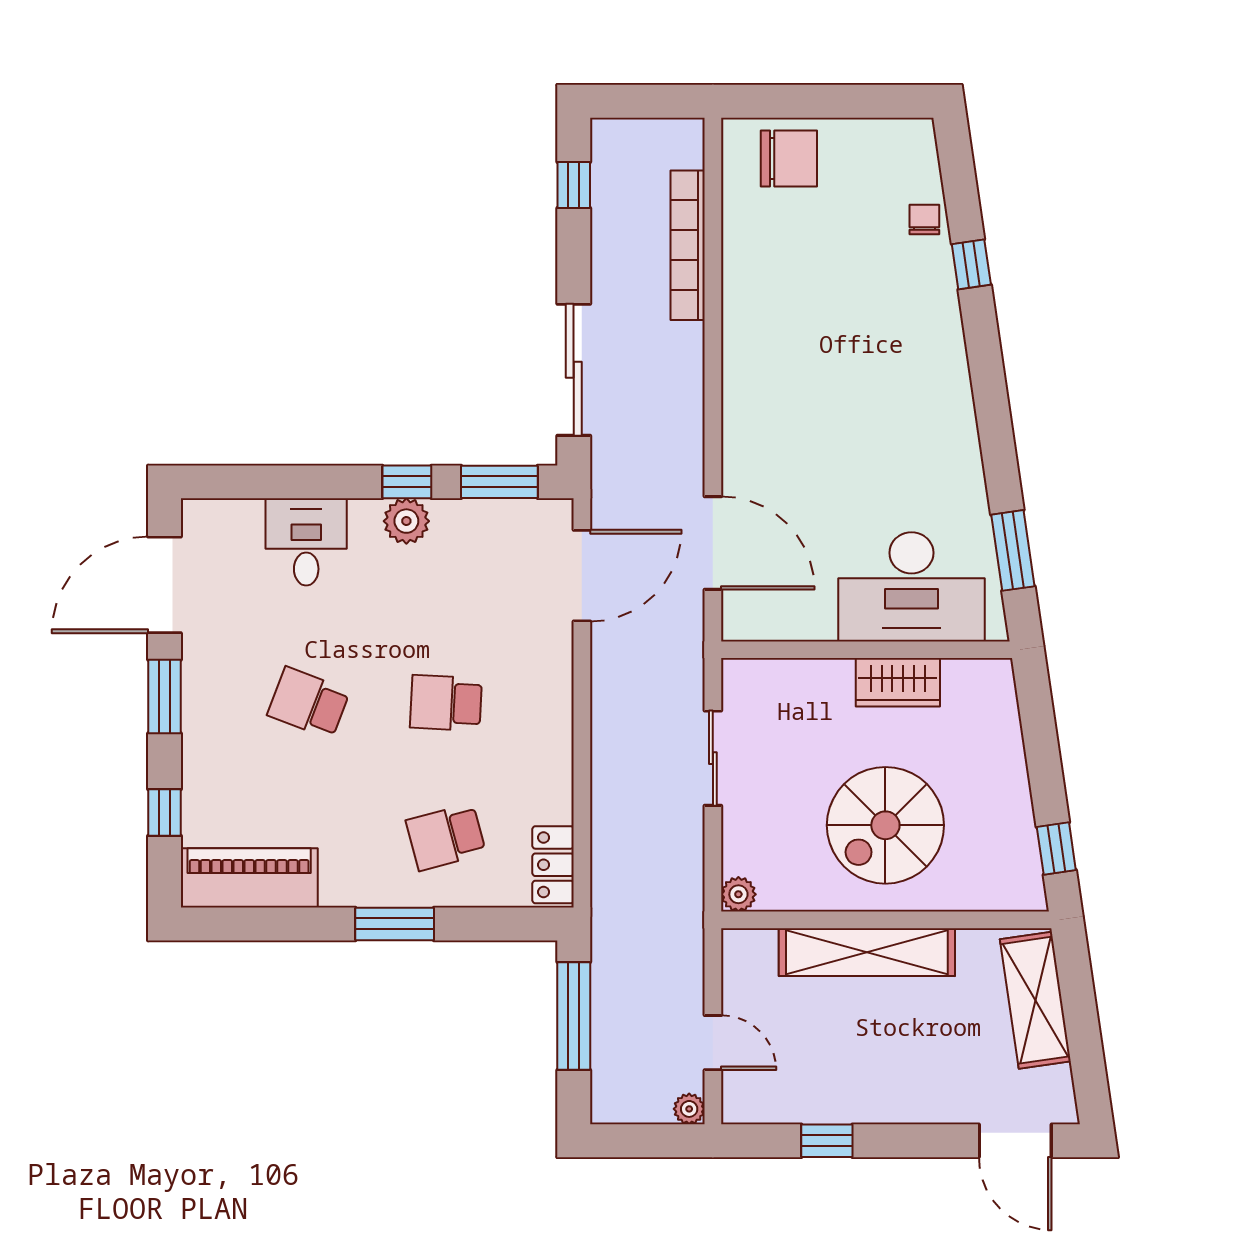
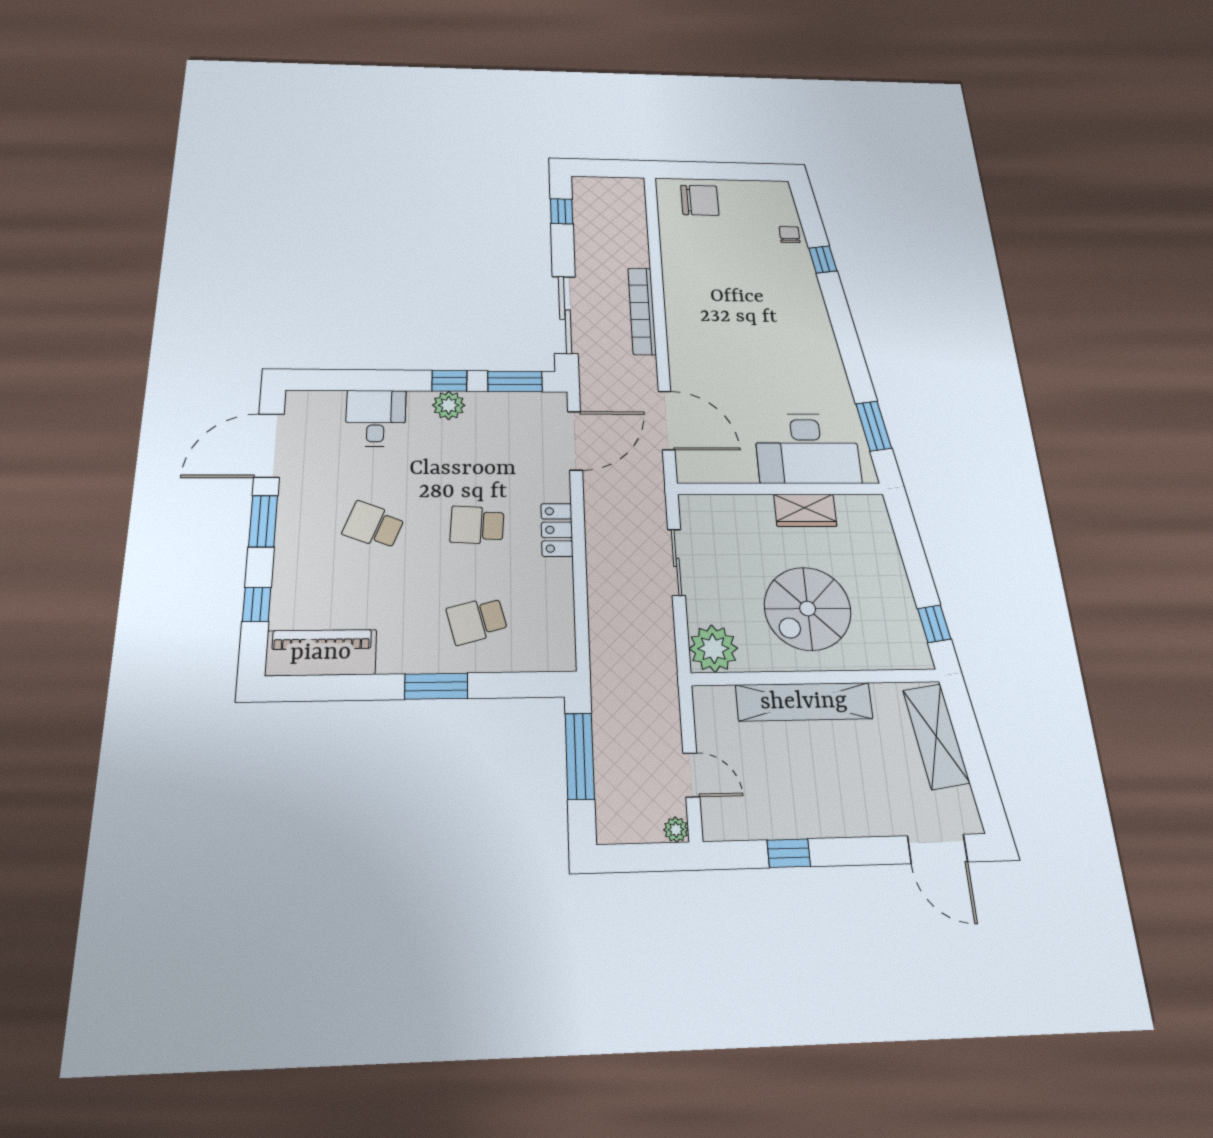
bookcase: (688, 245) -> (642, 311), moved
locker: (553, 865) -> (557, 530), moved
plant: (738, 894) -> (713, 649), width x1.87, depth x1.87

